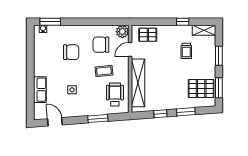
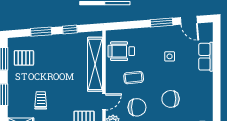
pallet: (201, 88) -> (24, 58), width x0.67, depth x0.71
wheelchair: (115, 94) -> (121, 51), turned 90
window: (98, 119) -> (162, 22), moved

